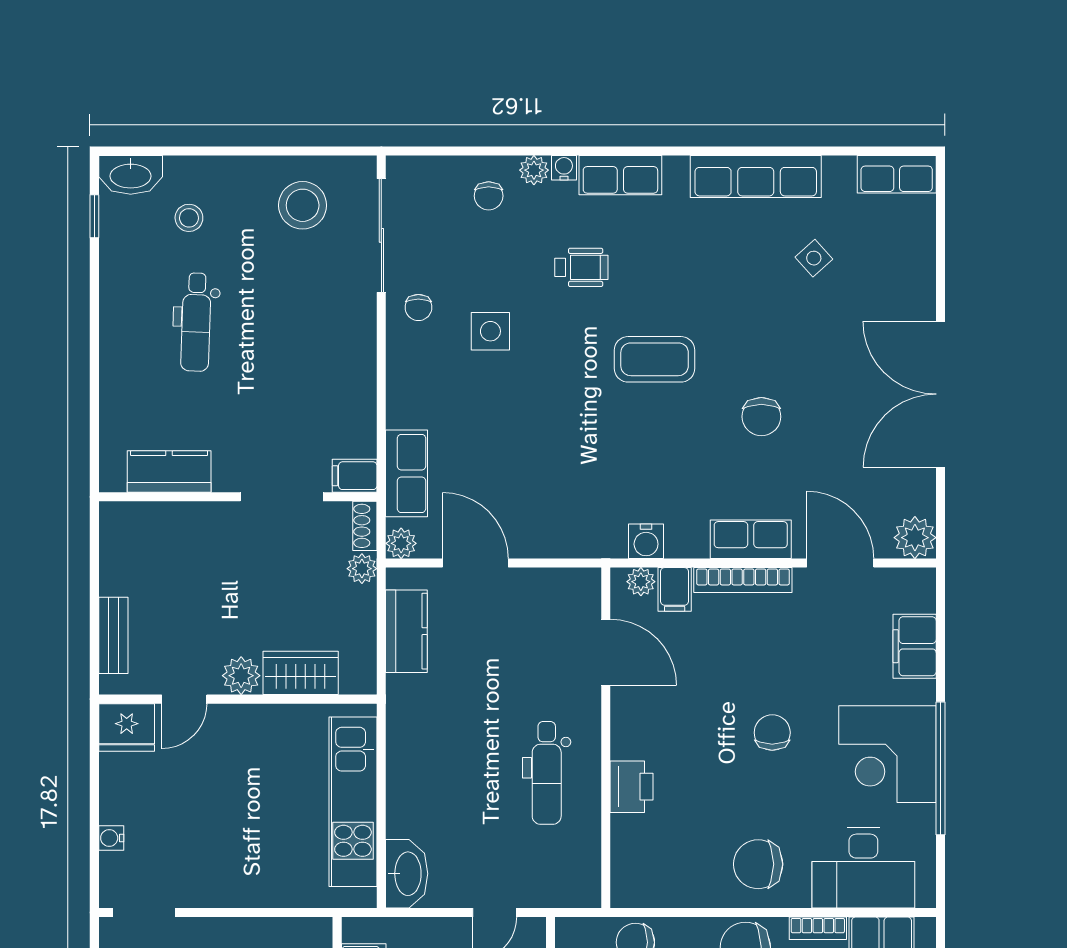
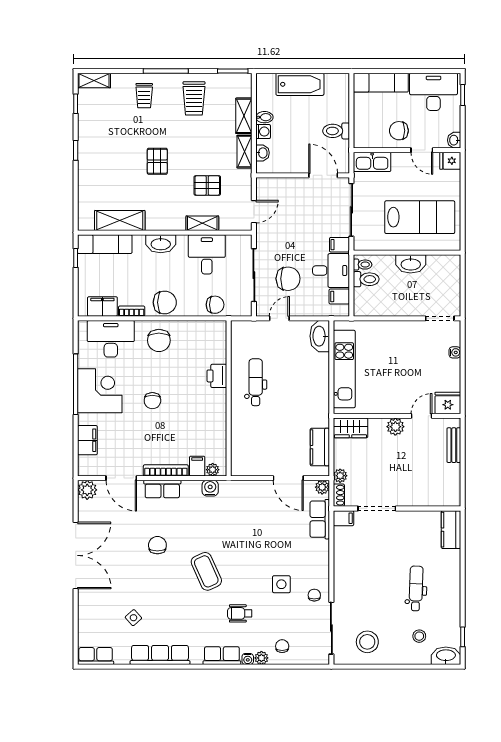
coffee table: (655, 359) -> (206, 571), turned 66
kitchen counter: (169, 472) -> (451, 530), moved, turned 90
door: (606, 652) -> (229, 437), removed
wardrobe: (301, 673) -> (350, 428), moved
chair: (758, 864) -> (159, 340), turned 90

